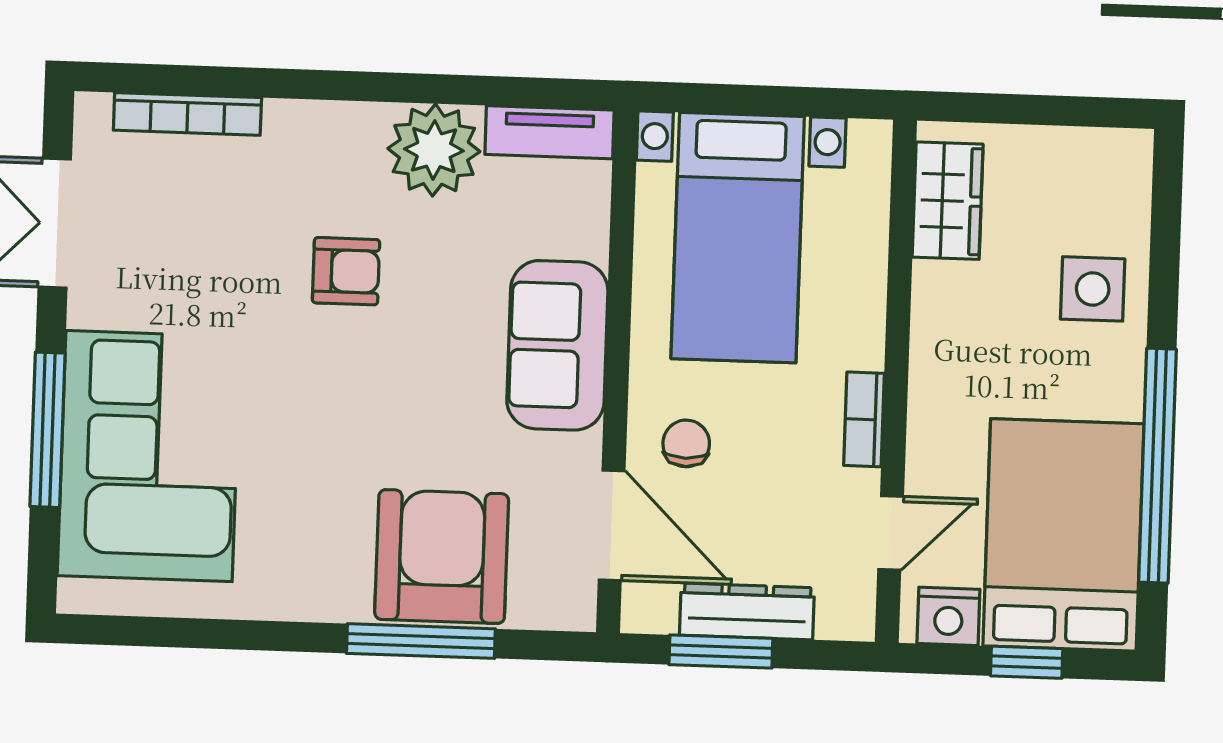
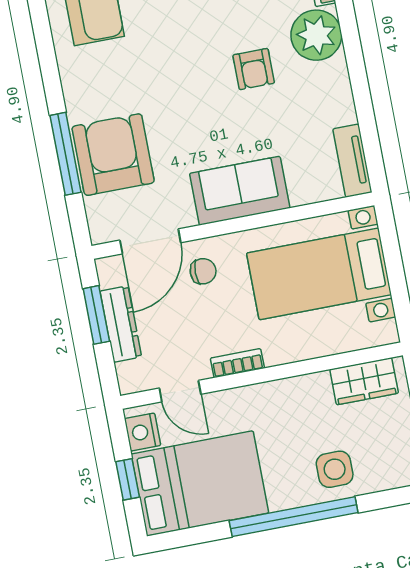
plant: (434, 150) -> (316, 35), moved
window: (1157, 466) -> (294, 517), moved
armchair: (442, 557) -> (113, 155), turned -90

